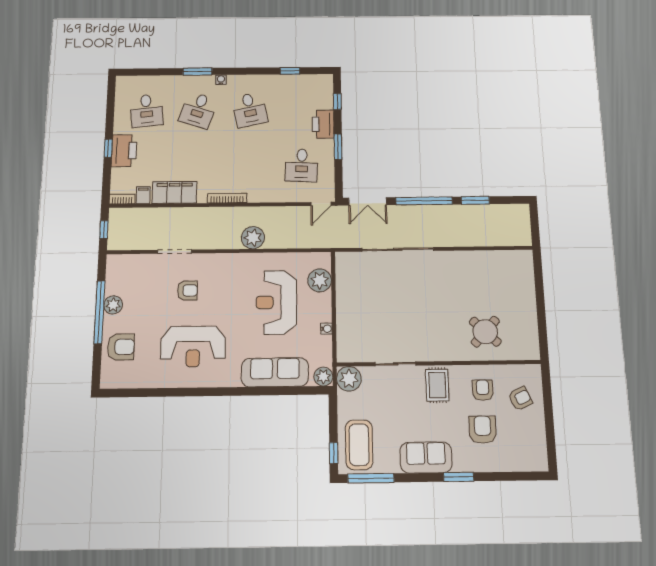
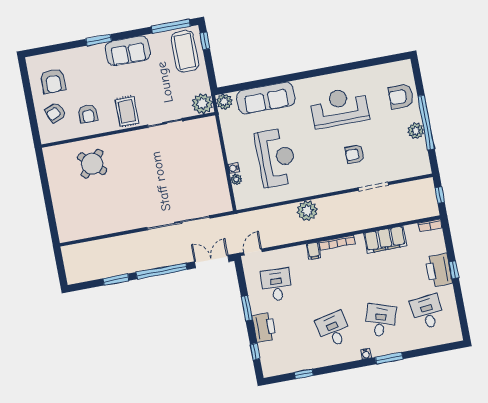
filing cabinet: (143, 195) -> (314, 251), moved
plant: (320, 280) -> (236, 179), width x0.53, depth x0.53
water cooler: (326, 329) -> (234, 168), moved
armchair: (483, 430) -> (53, 81), moved

